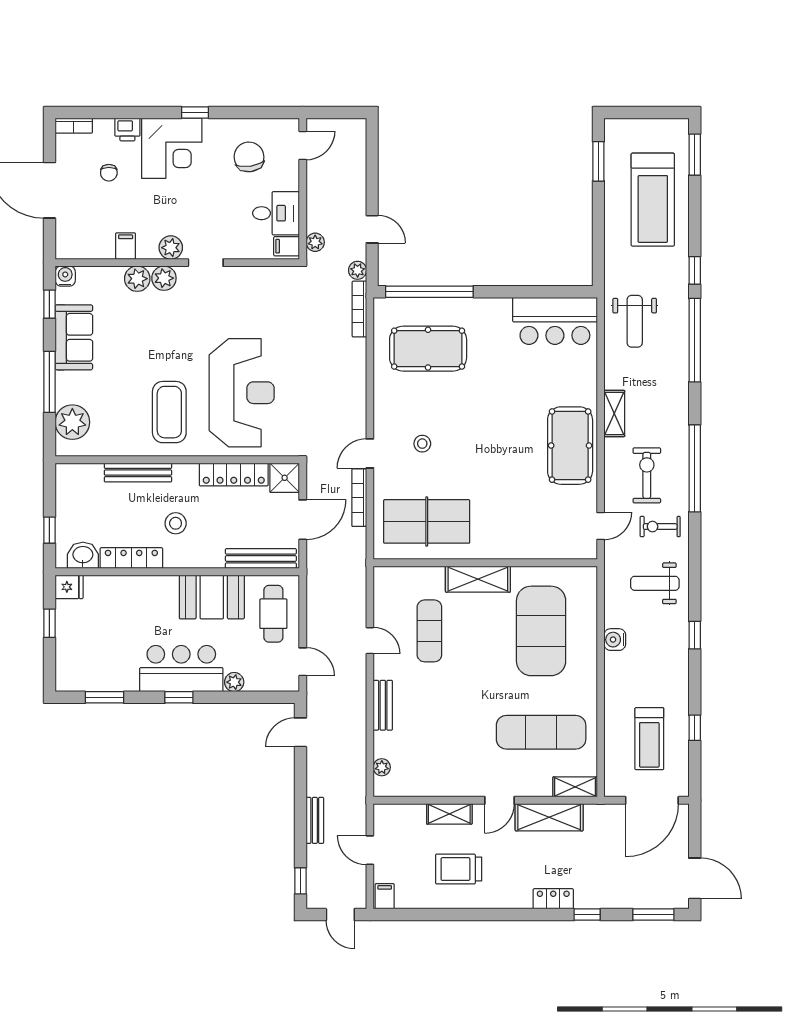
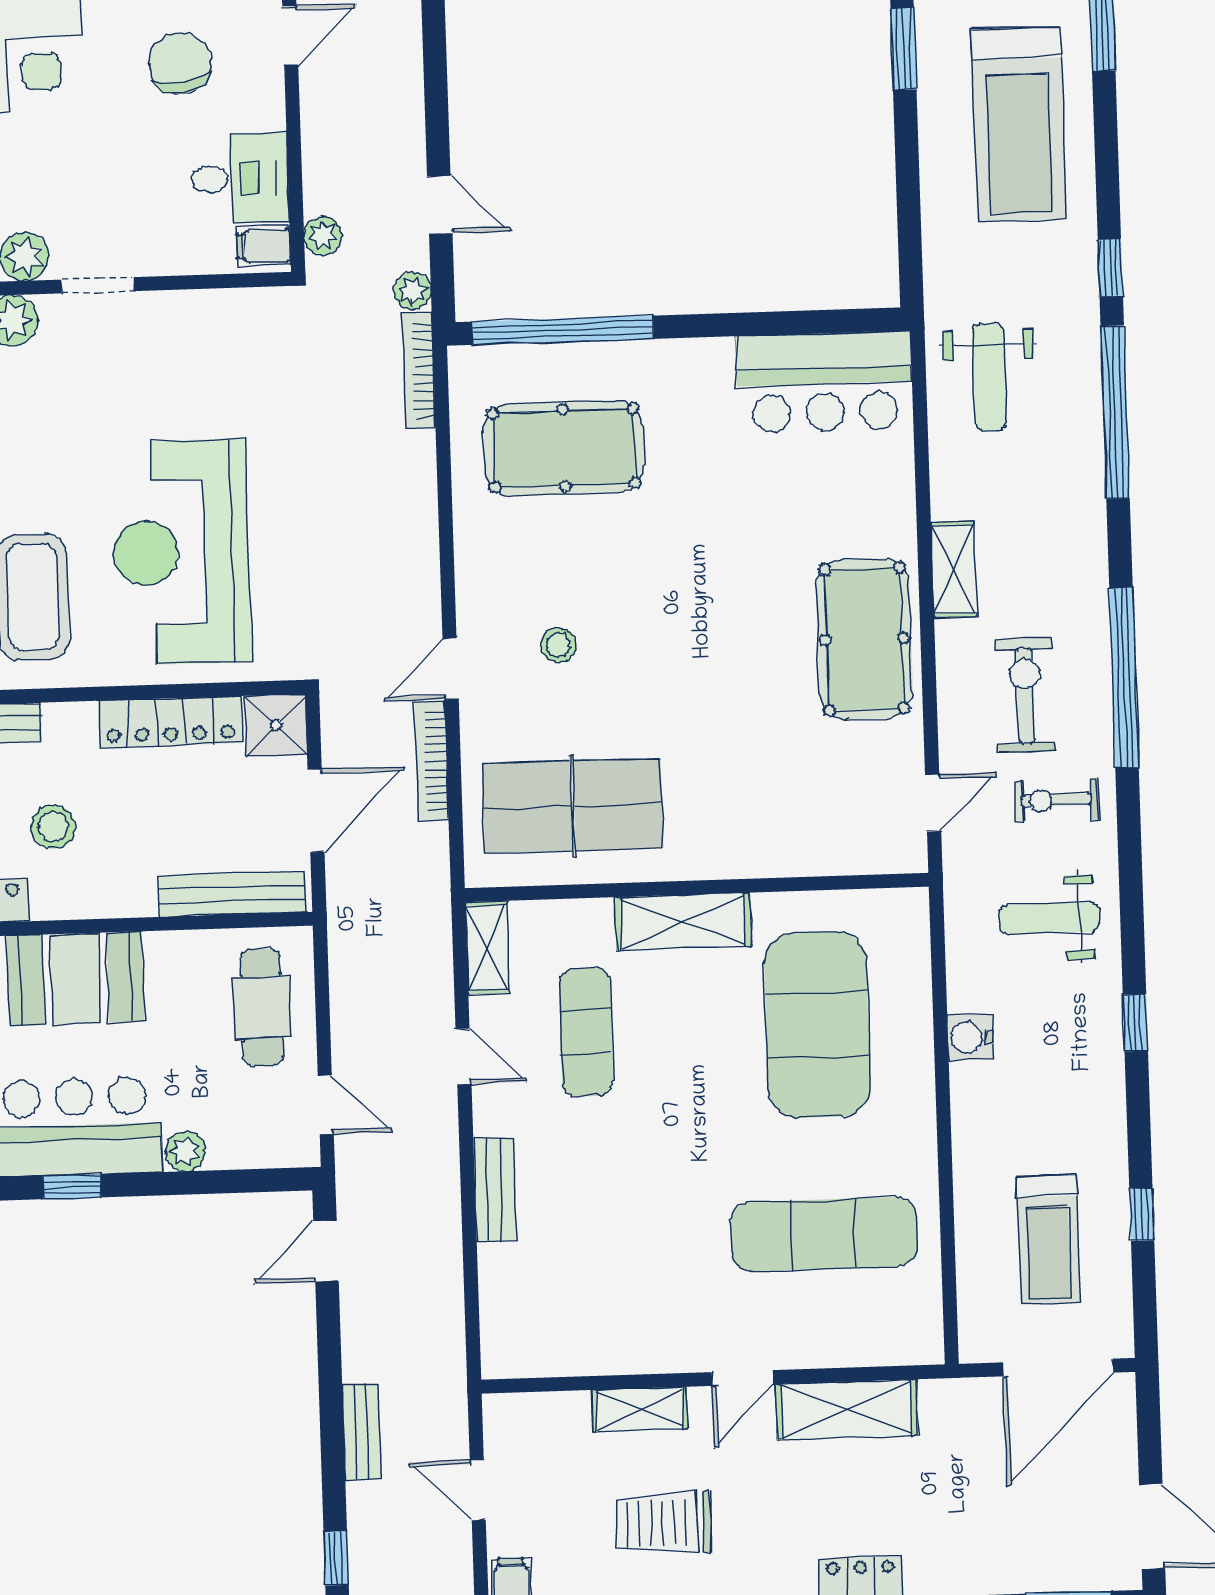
reception desk: (242, 393) -> (181, 552), turned 180
booth: (212, 597) -> (75, 979), moved
plant: (382, 767) -> (497, 1318), removed
shelving: (575, 787) -> (487, 947), moved, turned 90

